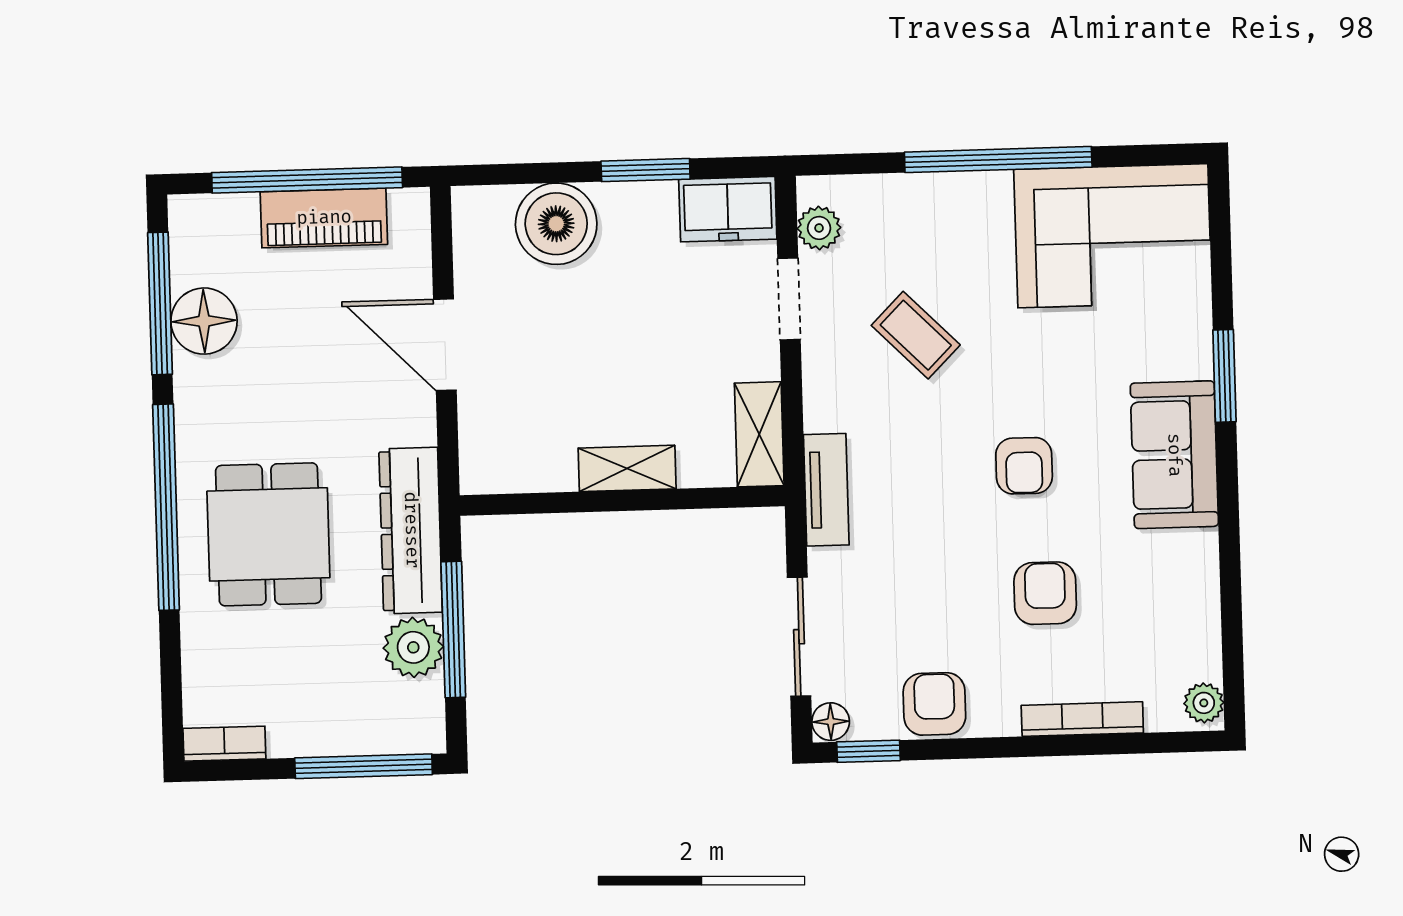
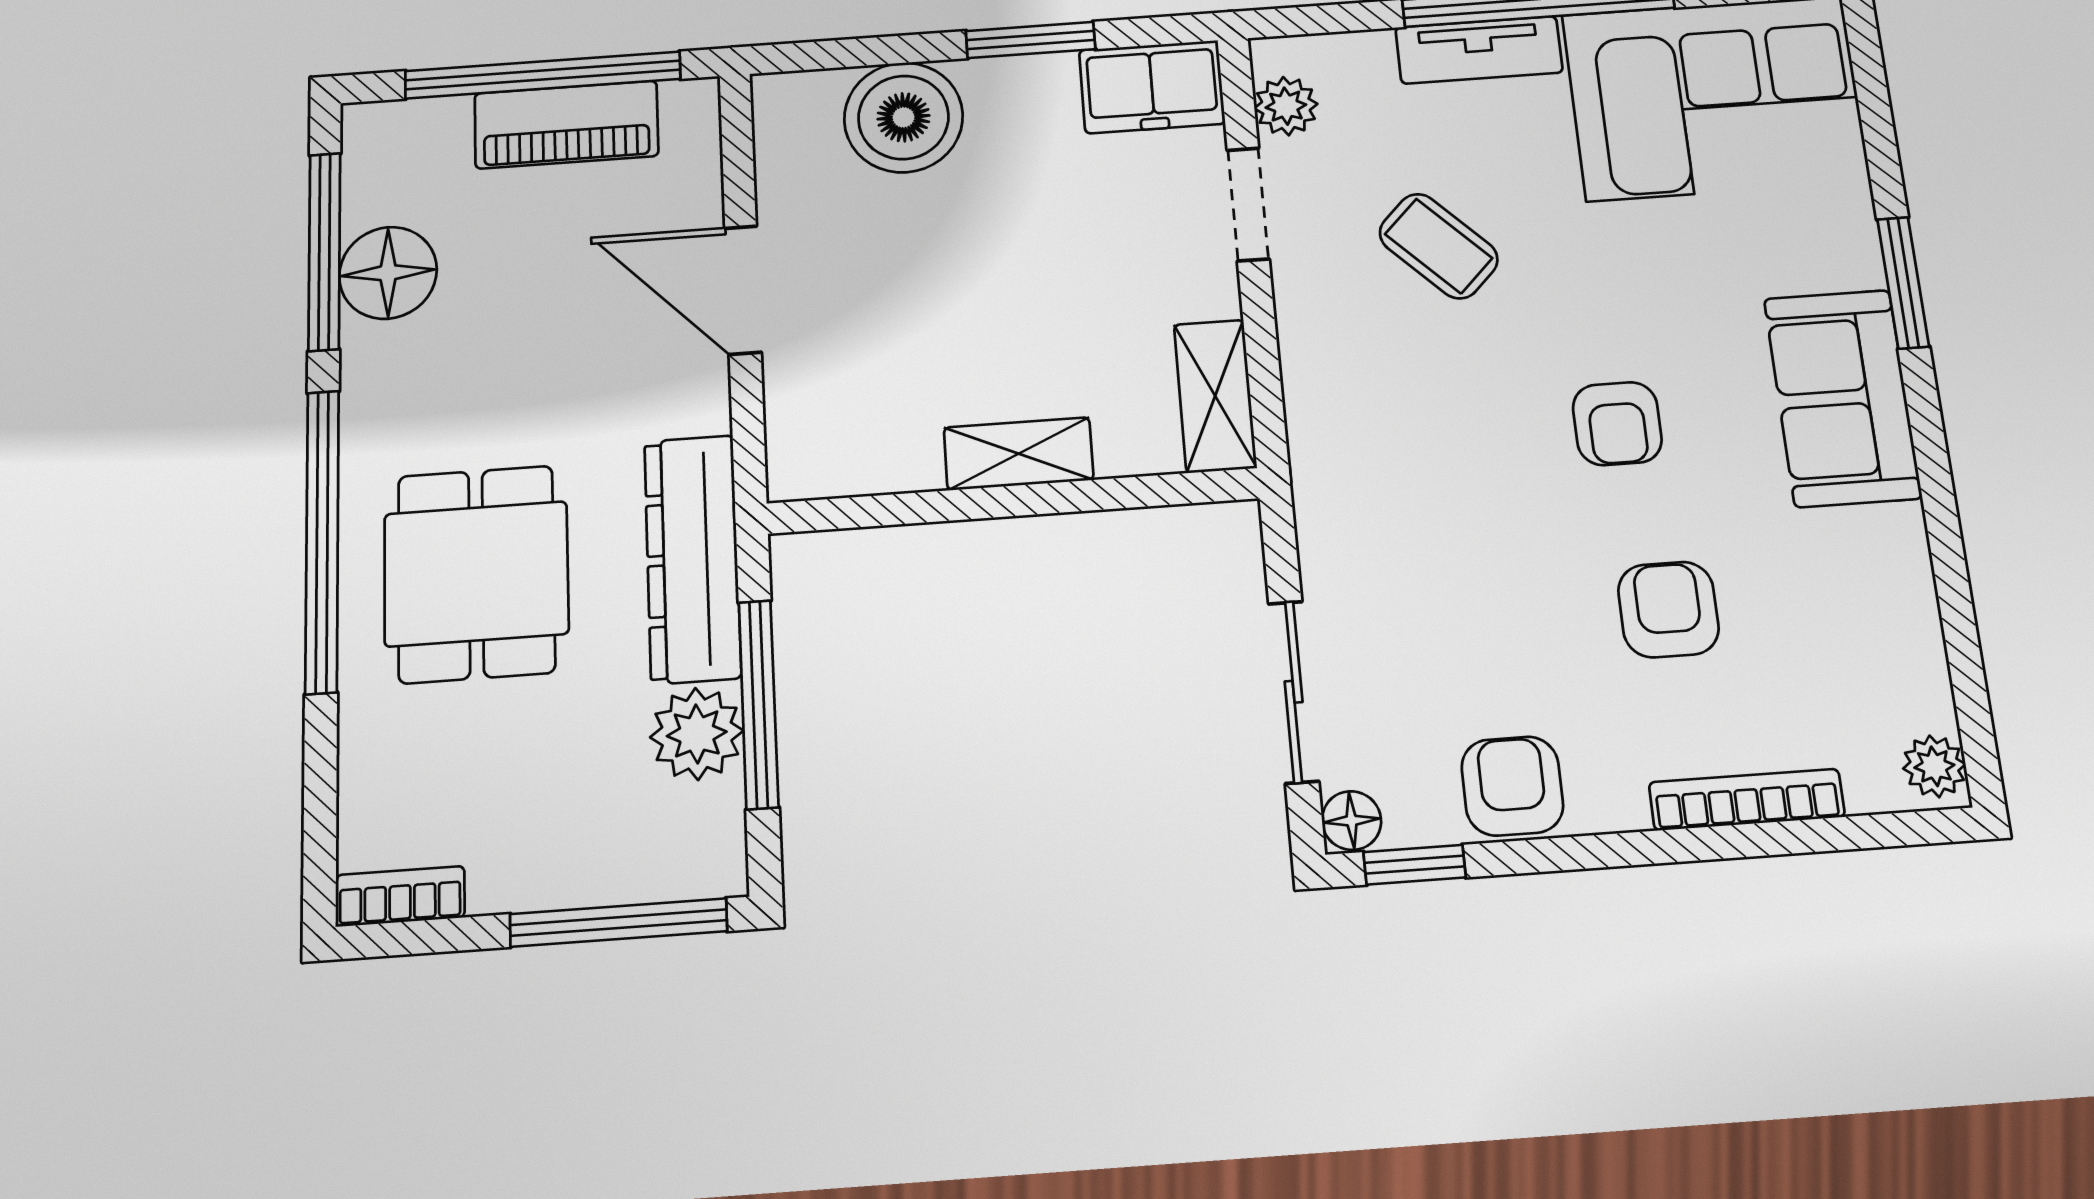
tv unit: (826, 490) -> (1479, 50), moved, turned 90

